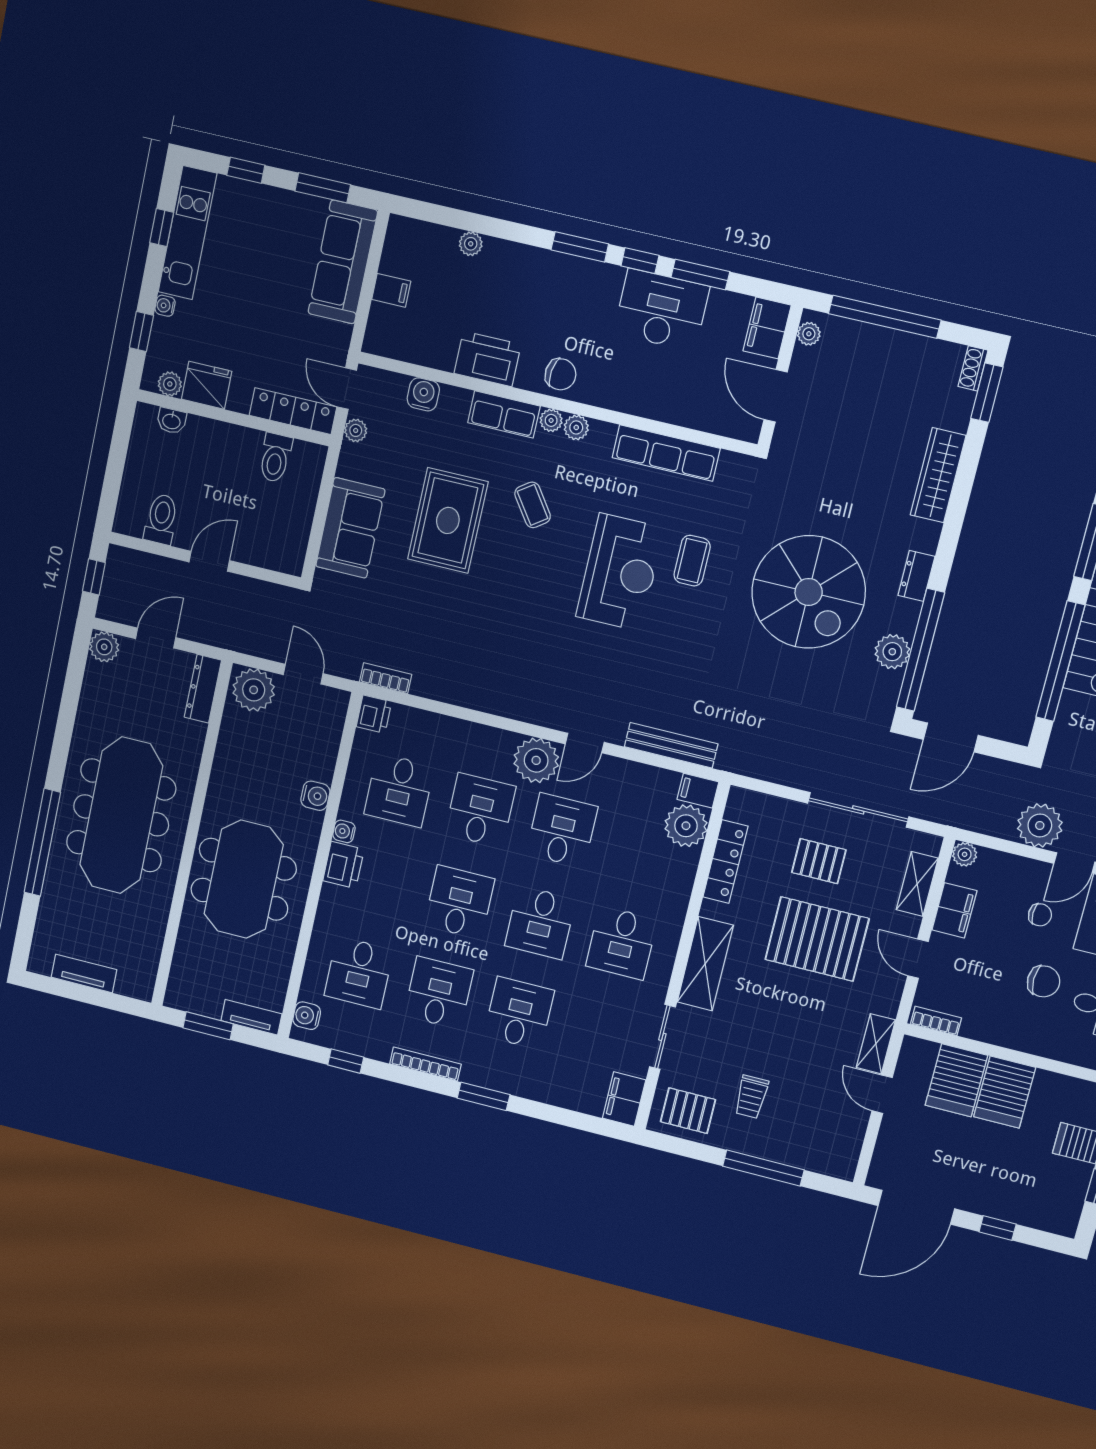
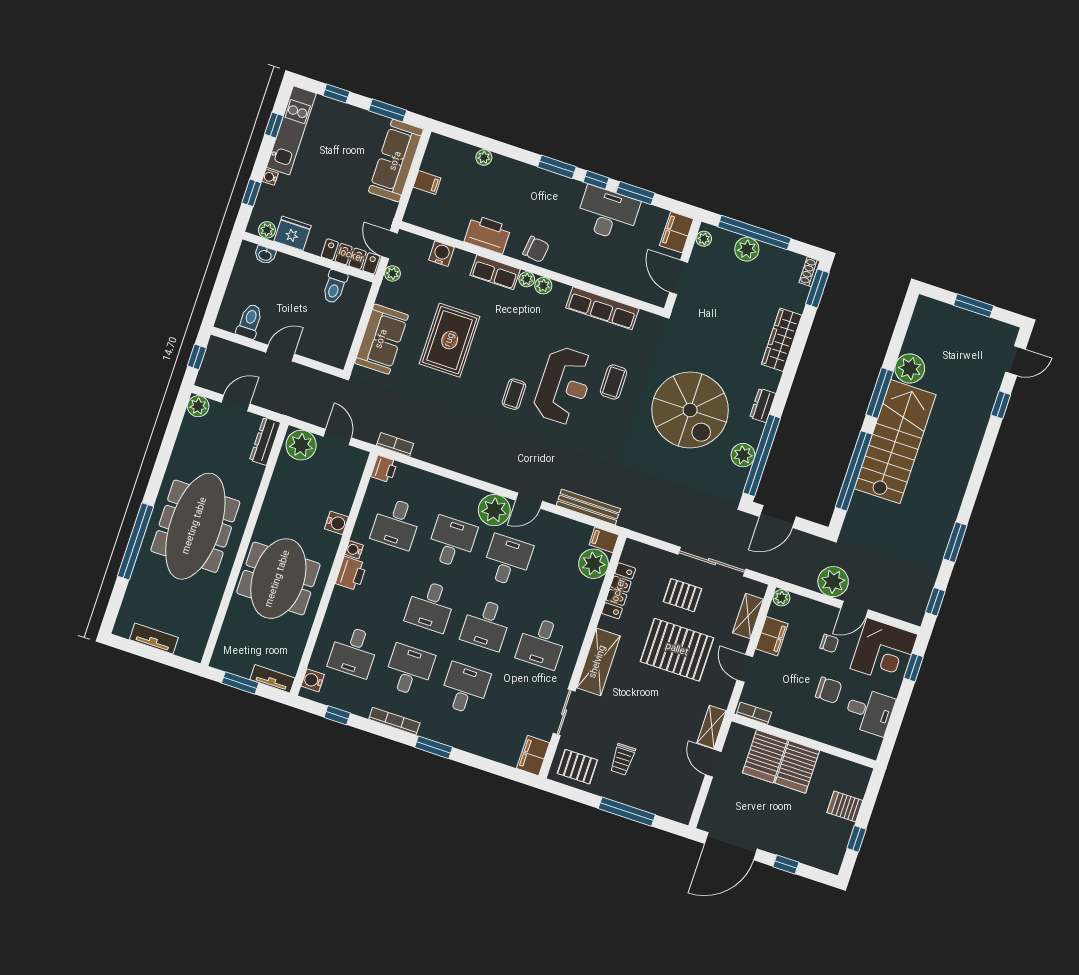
plant: (875, 343) -> (747, 249), added
coffee table: (533, 505) -> (514, 394), moved, turned 35
desk: (459, 902) -> (430, 606), turned 180

